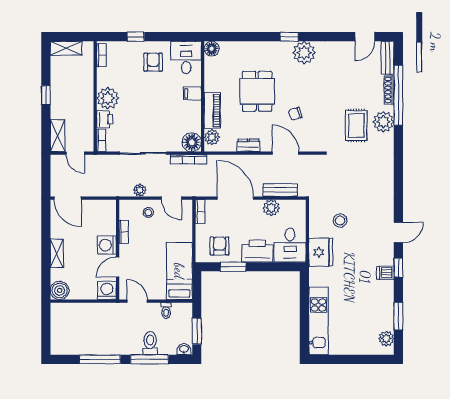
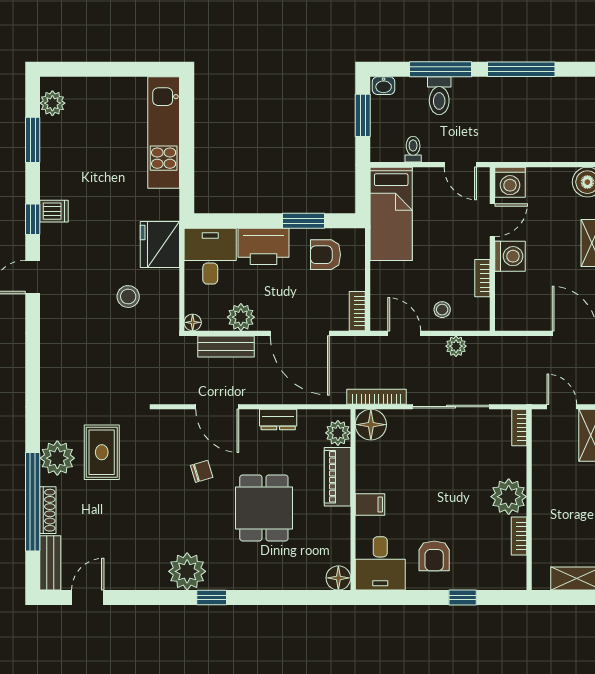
bookcase: (101, 55) -> (519, 536), moved
printer: (105, 119) -> (514, 462), removed
floor lamp: (301, 205) -> (193, 322), added
armchair: (220, 246) -> (325, 255), turned 90

